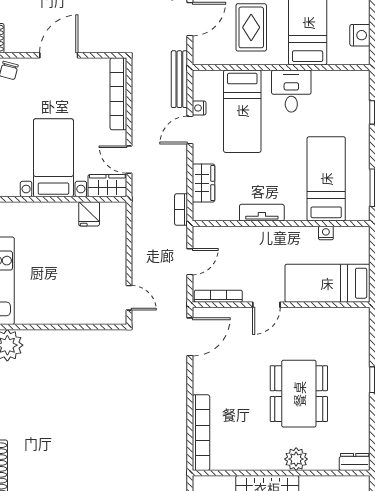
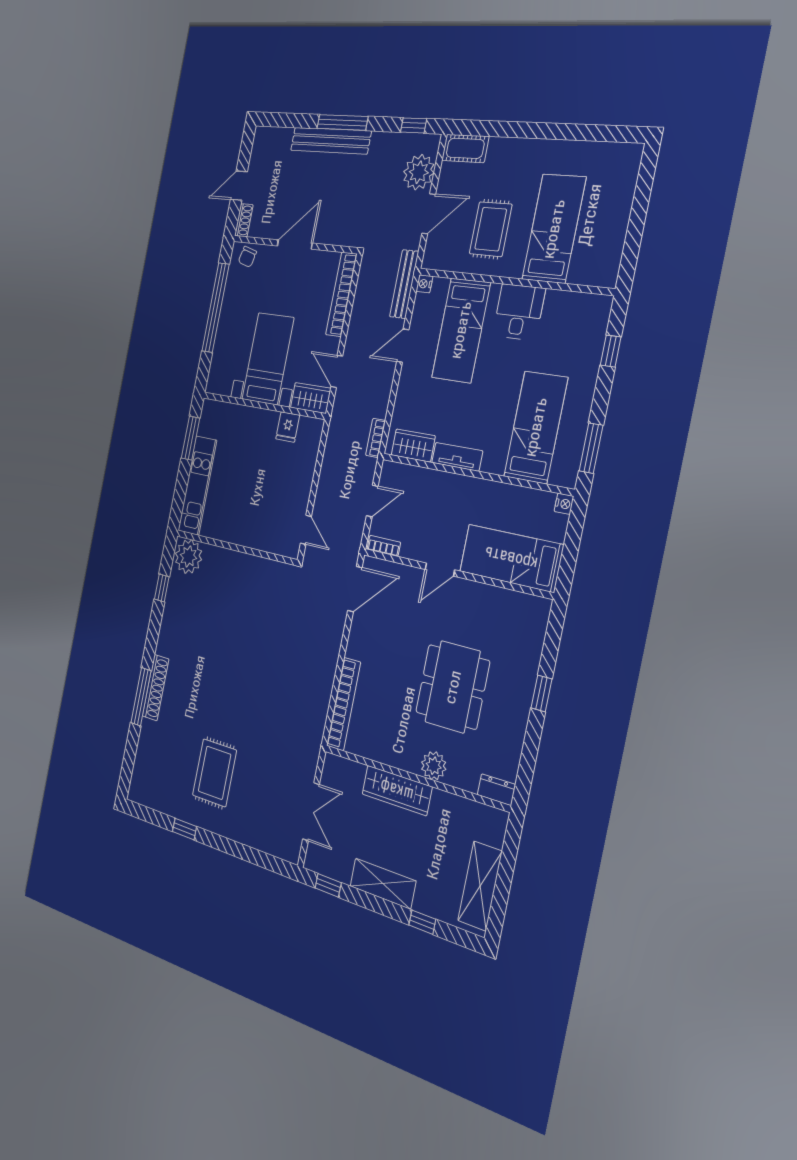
nightstand: (360, 35) -> (612, 249), removed
nightstand: (199, 108) -> (424, 284), moved
wardrobe: (203, 183) -> (413, 445), moved, turned -90
nightstand: (326, 233) -> (564, 504), moved, turned 90
bookcase: (218, 296) -> (384, 546), width x0.64

